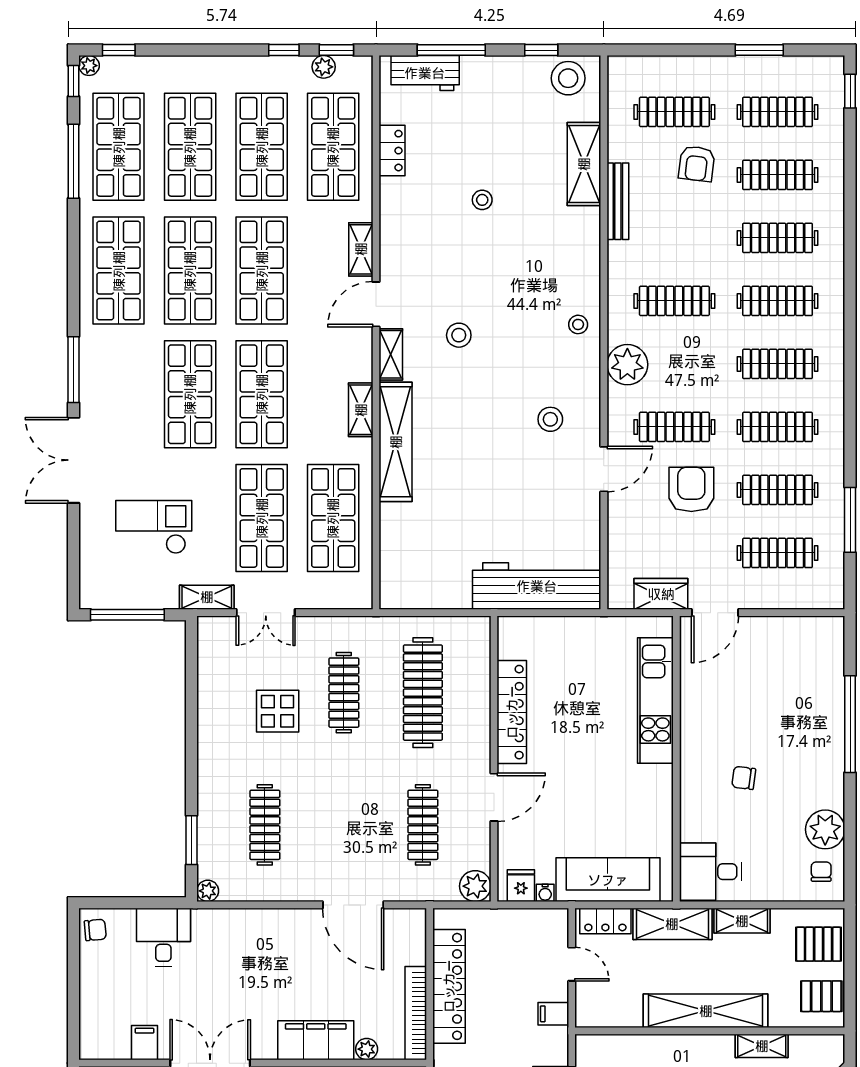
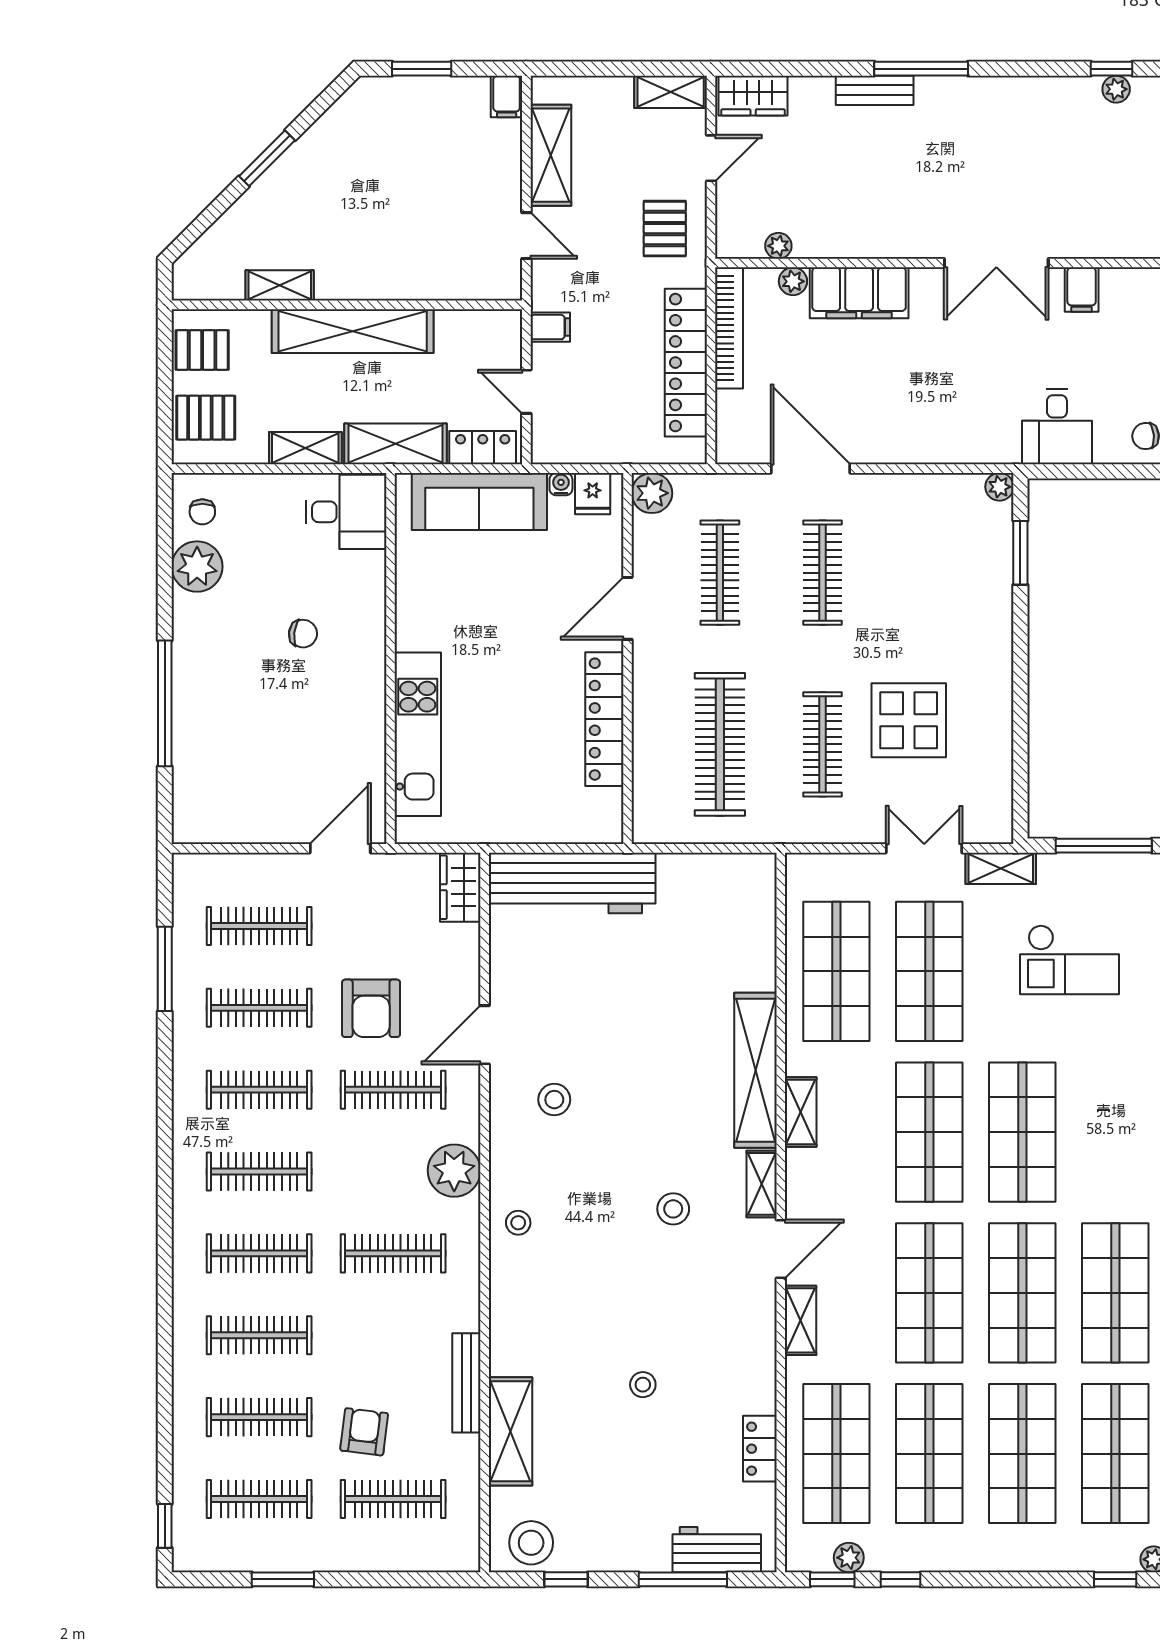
wardrobe: (661, 594) -> (460, 887), moved, turned 90
display table: (278, 711) -> (909, 720), width x1.36, depth x1.36
clothes rail: (265, 825) -> (823, 573), moved

